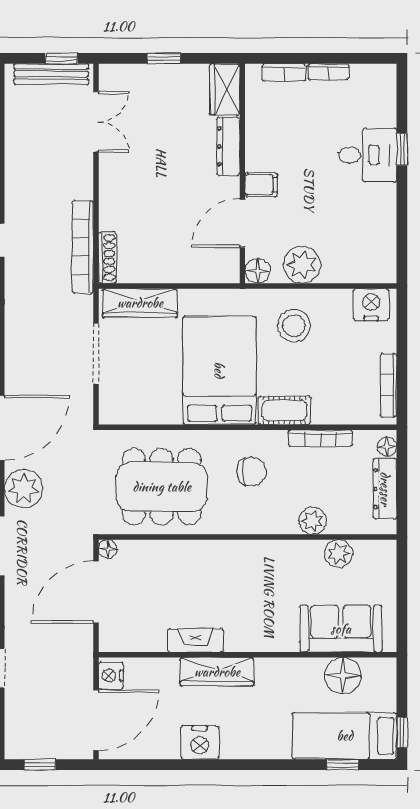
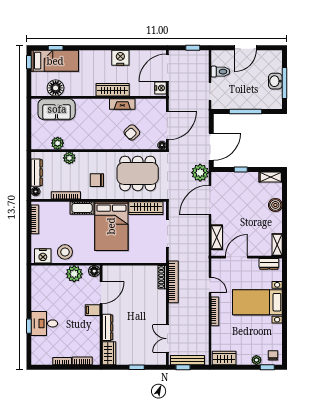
wardrobe: (140, 303) -> (146, 208), moved, turned 180
stool: (294, 326) -> (65, 252), moved
armchair: (174, 577) -> (132, 132), added

